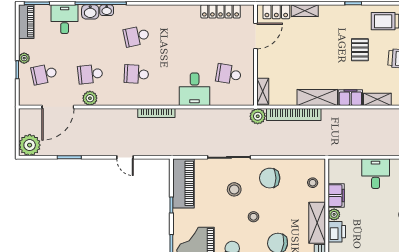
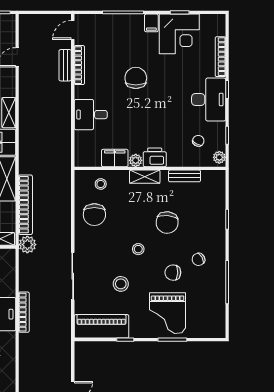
bookcase: (156, 113) -> (24, 312), moved
chair: (270, 178) -> (94, 215), moved
stool: (234, 189) -> (121, 284), moved
shelving: (317, 223) -> (145, 177), width x0.67, depth x0.75

